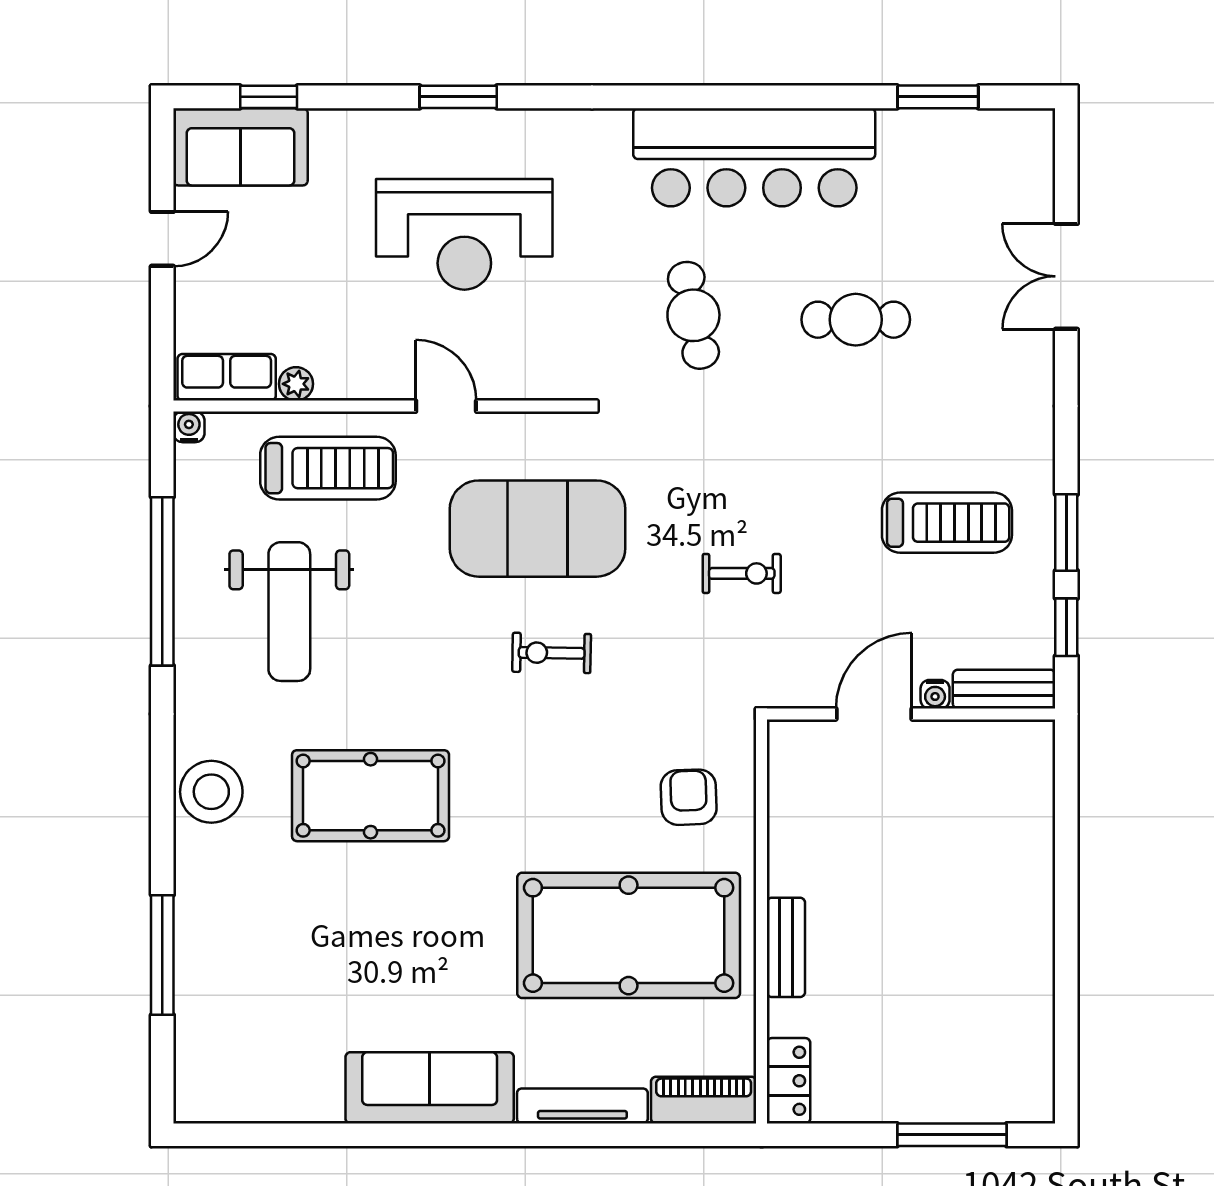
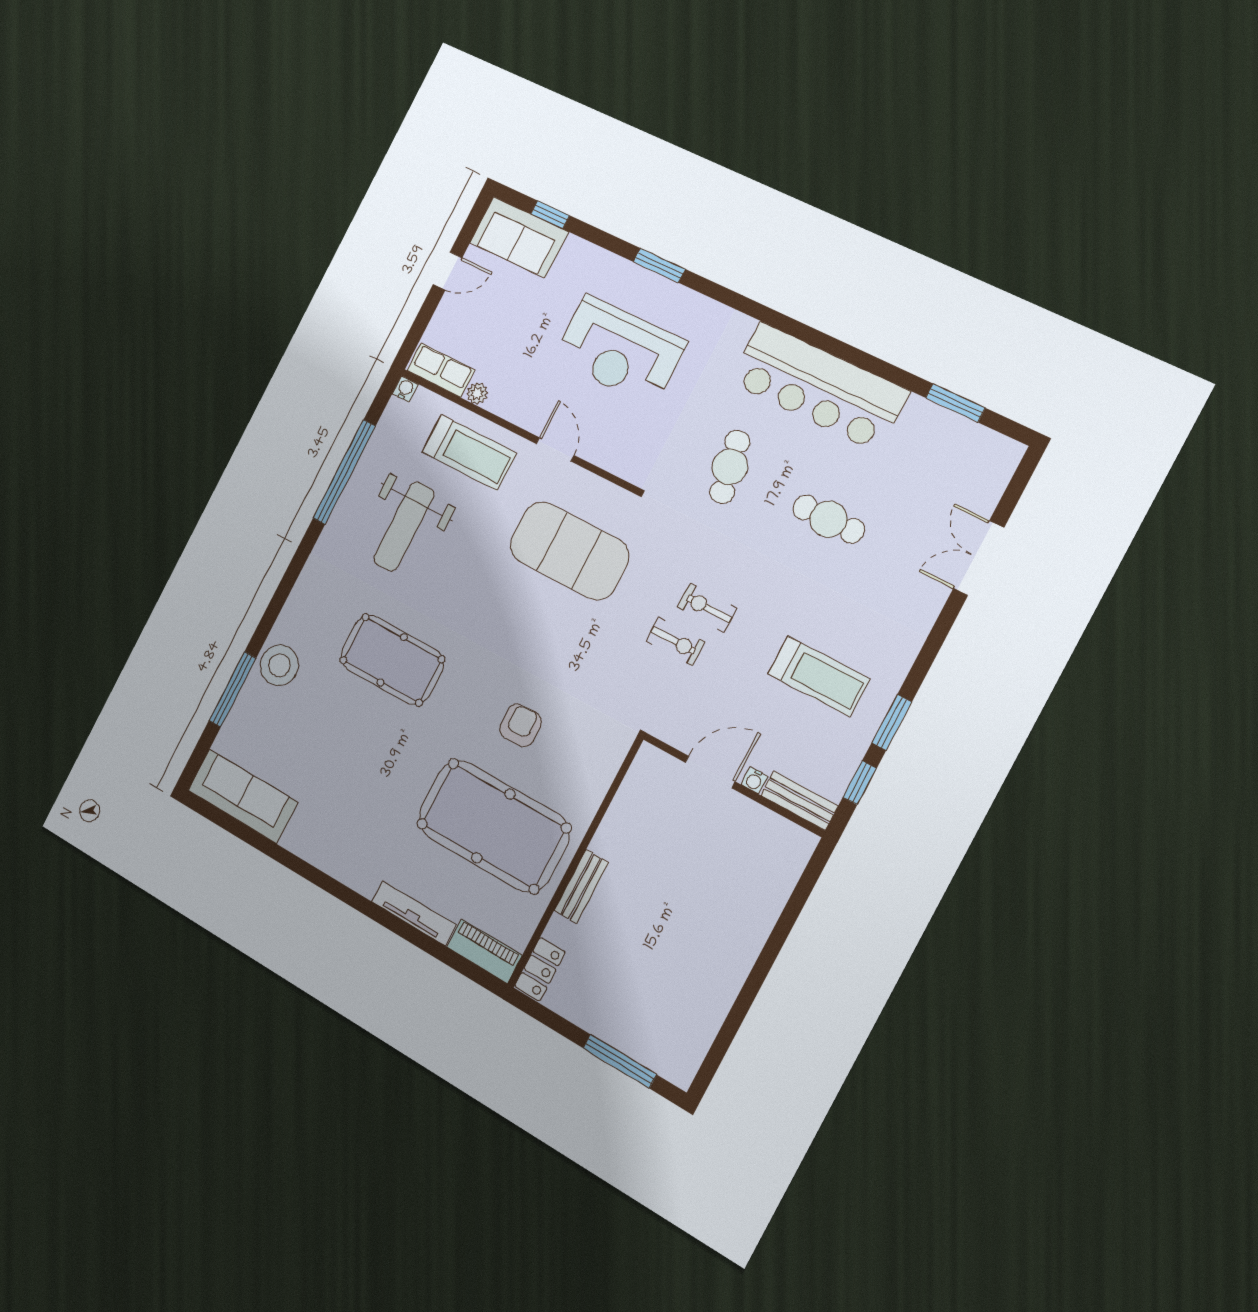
exercise bike: (552, 653) -> (707, 608), moved
stool: (211, 792) -> (279, 665), moved
armchair: (689, 797) -> (521, 725), moved
sofa: (430, 1088) -> (243, 796), moved

